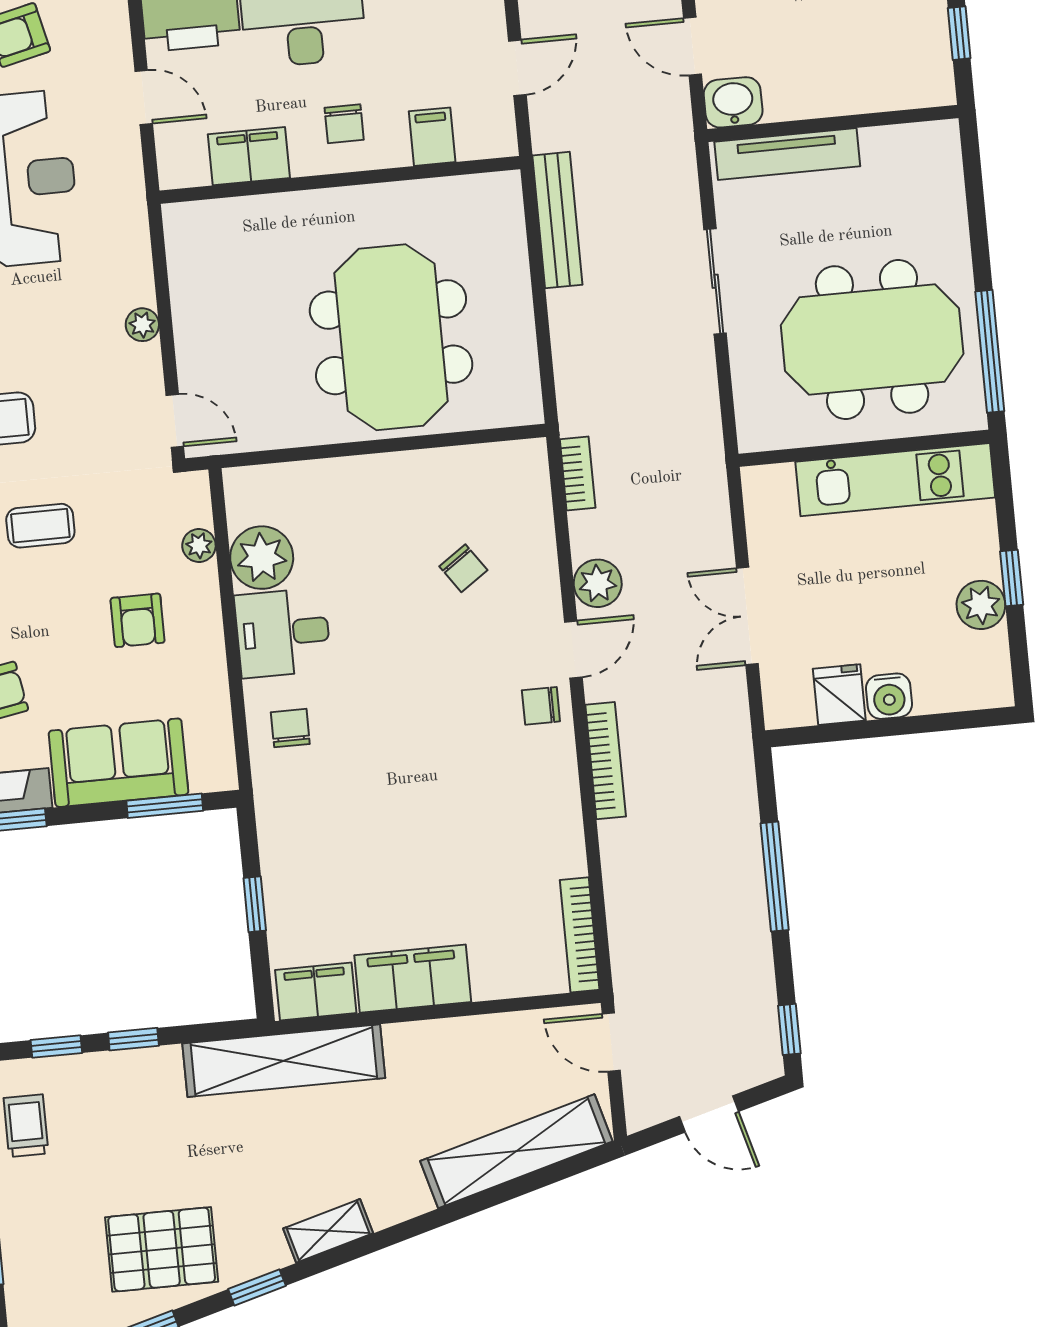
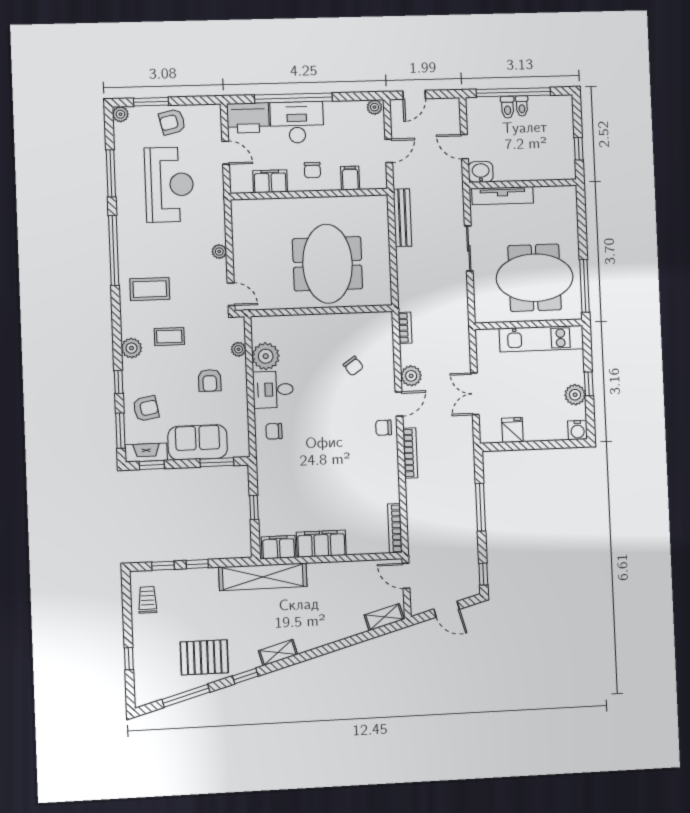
water cooler: (889, 696) -> (578, 430), moved
chair: (290, 728) -> (274, 431), turned -90
shelving: (516, 1151) -> (384, 617), width x0.45, depth x0.75

